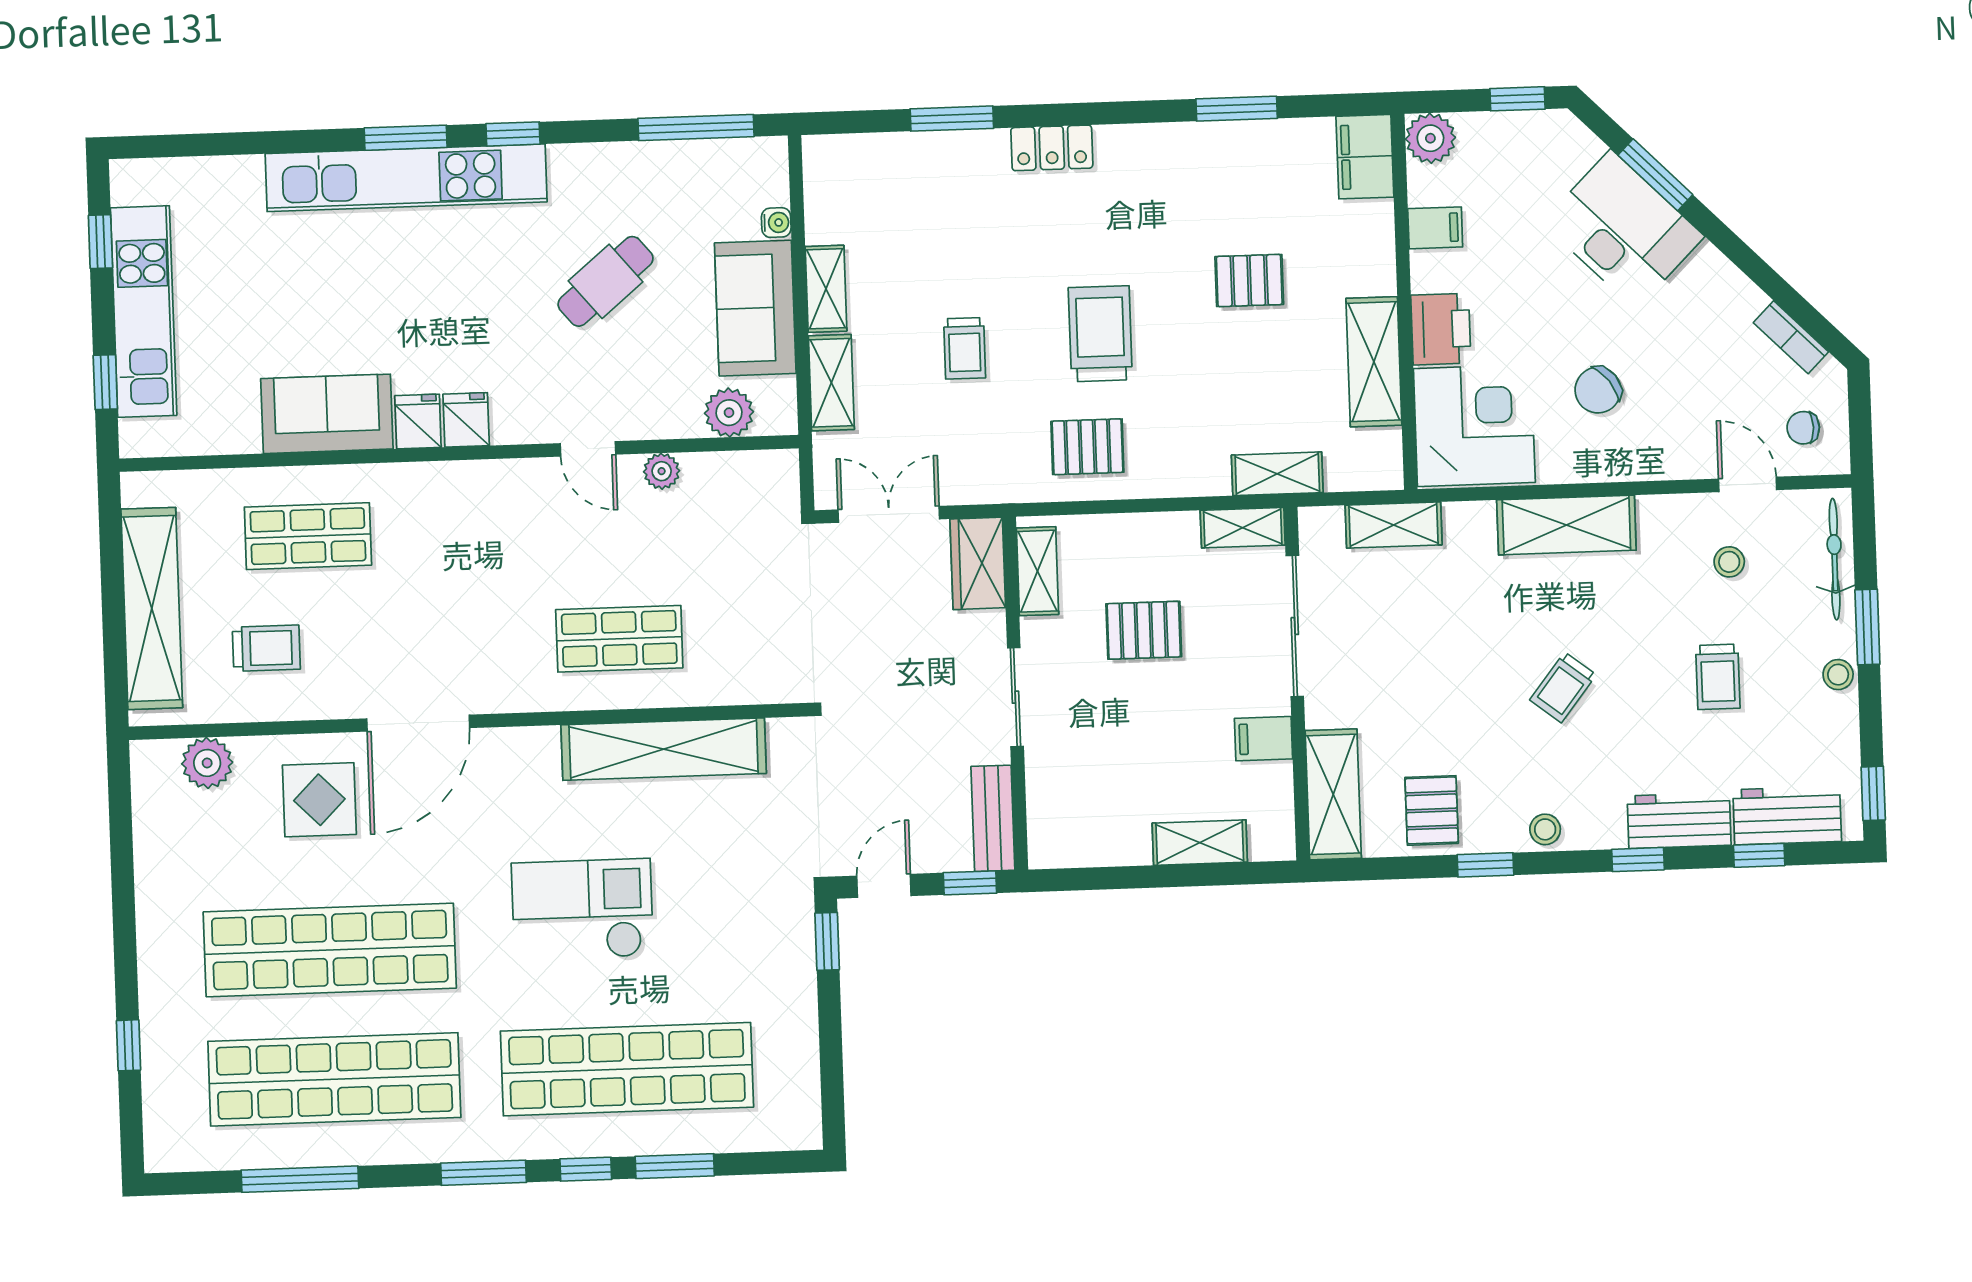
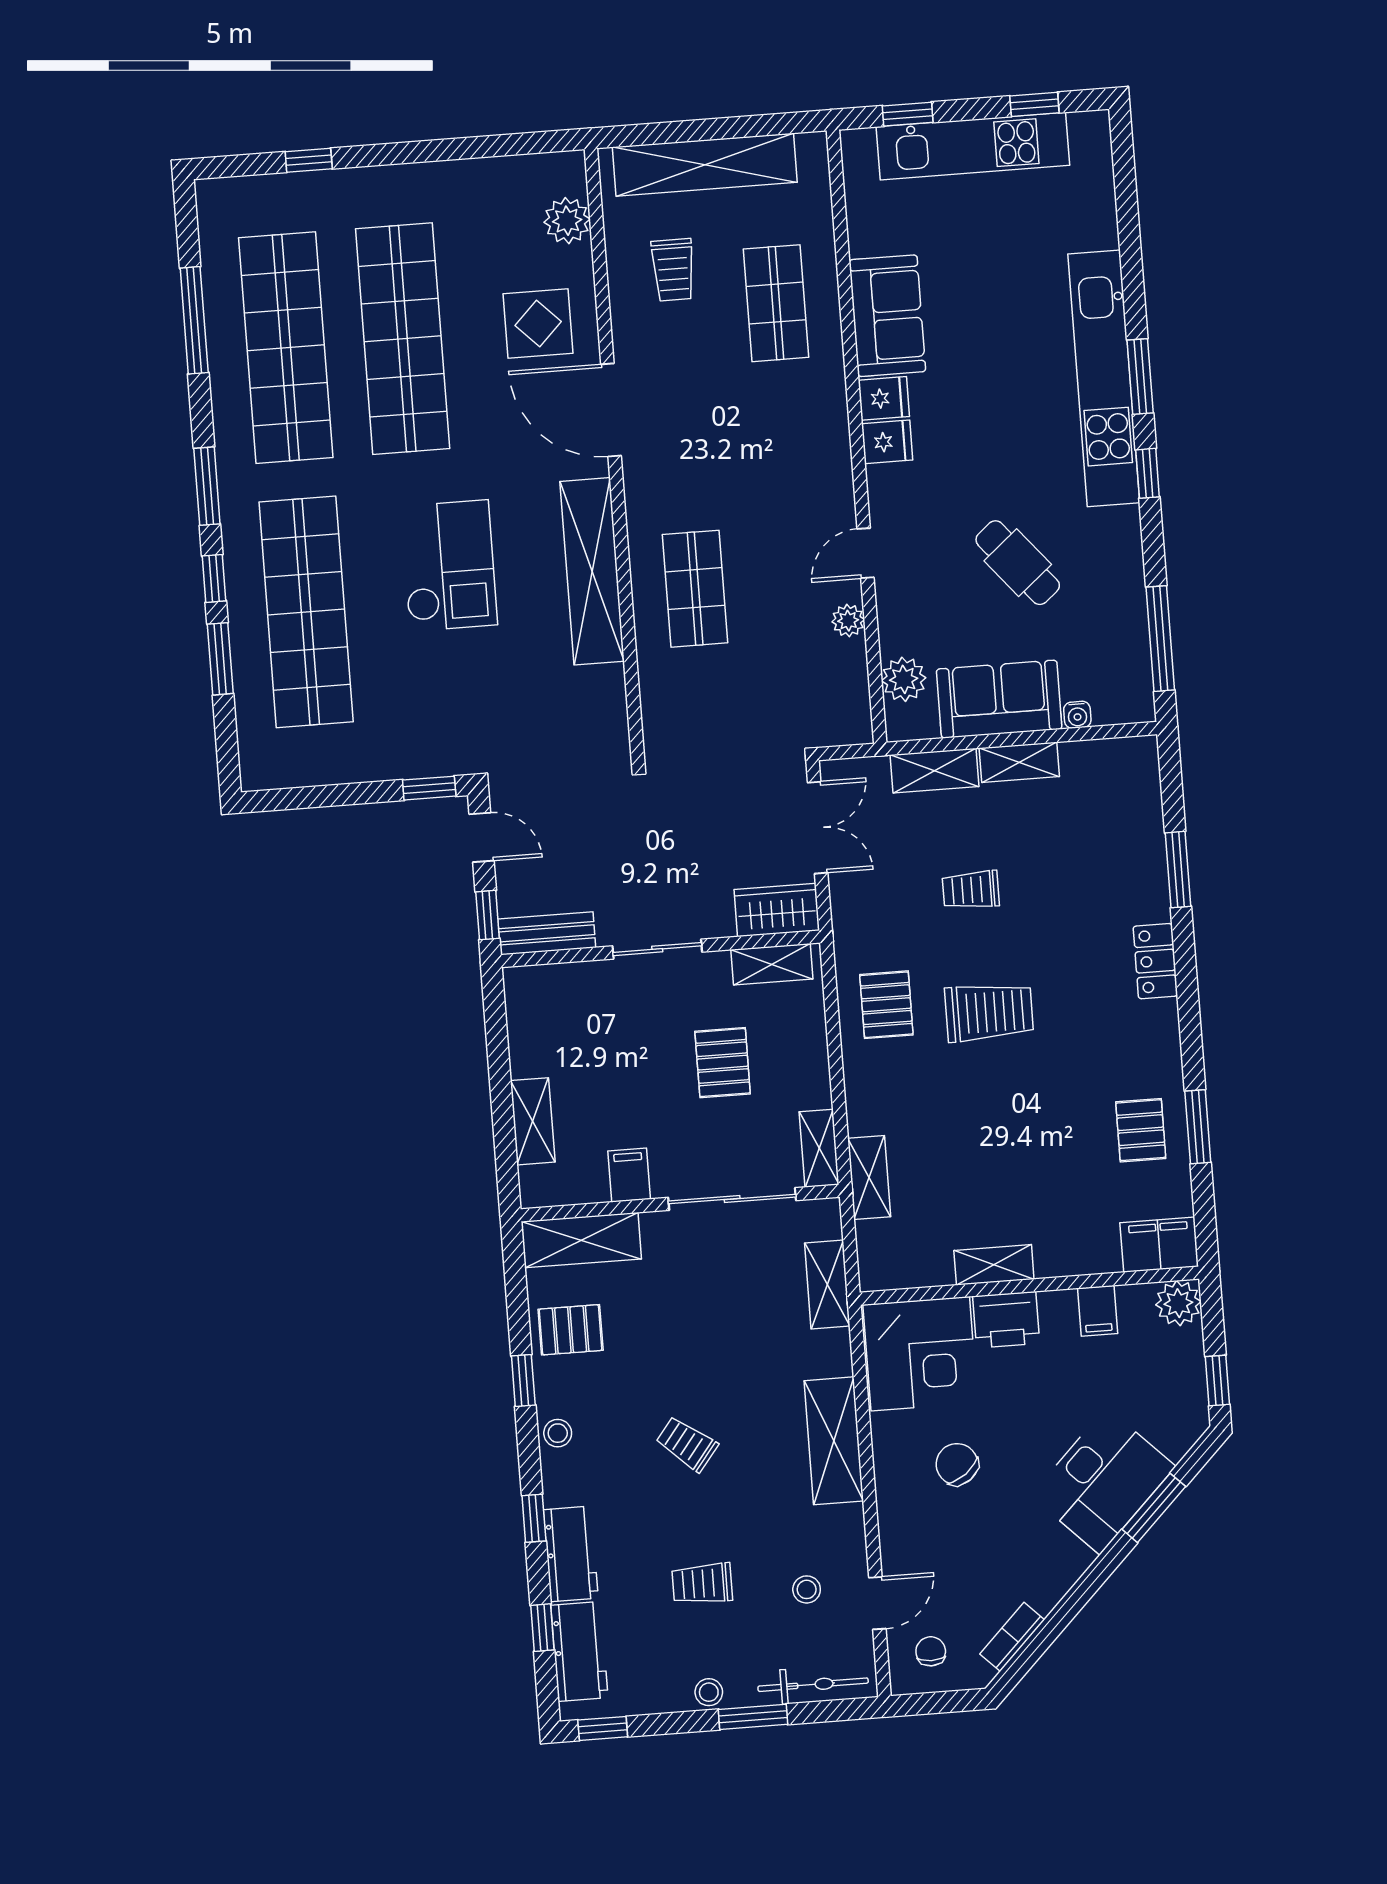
pallet: (1249, 281) -> (1141, 1130), moved
shelving: (1374, 362) -> (994, 1265), width x0.67, depth x0.75
shelving: (664, 749) -> (592, 571), moved

